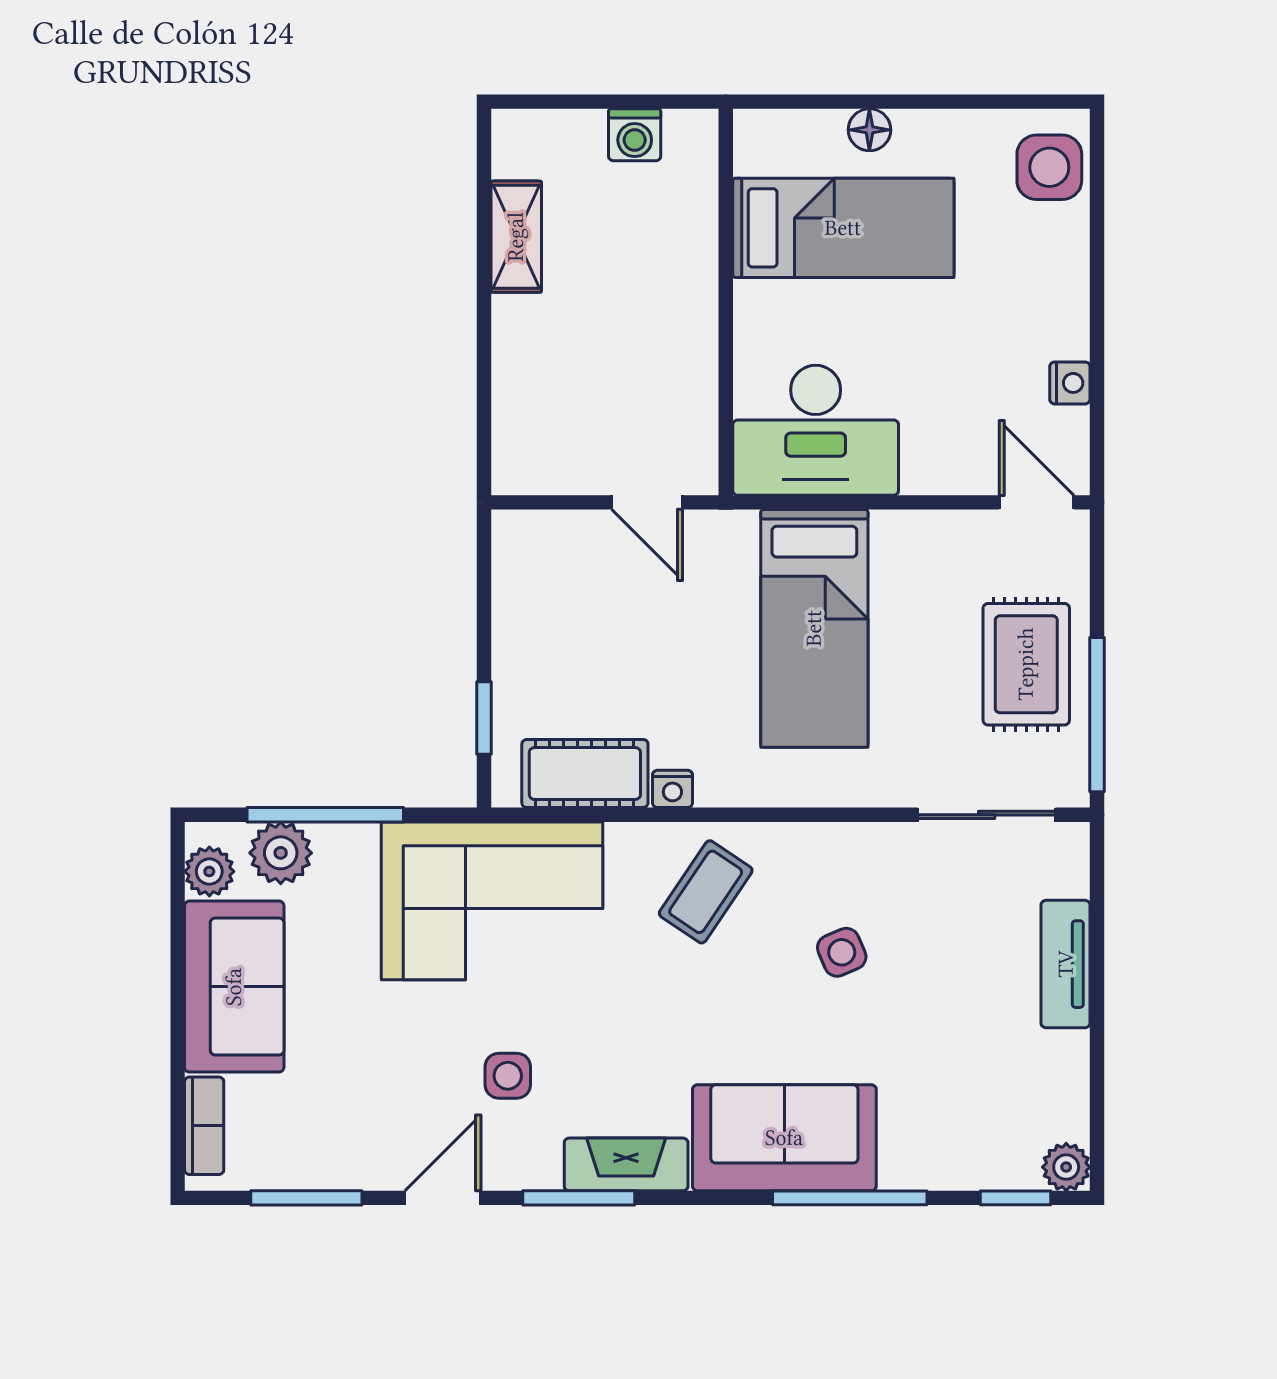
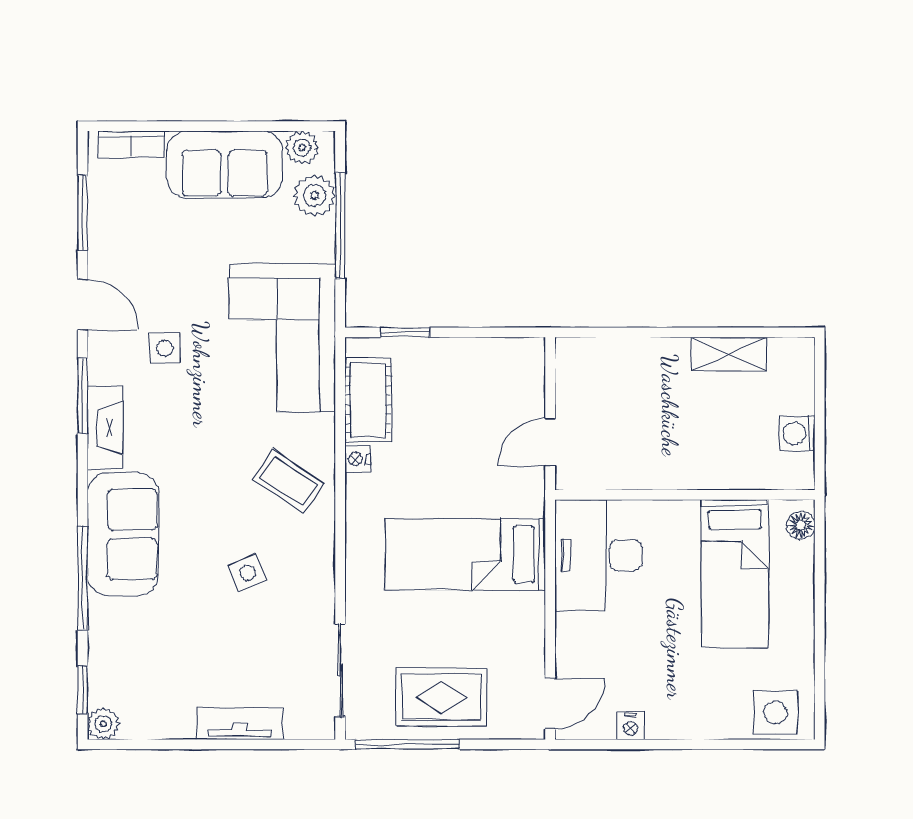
floor lamp: (869, 130) -> (801, 525), moved

